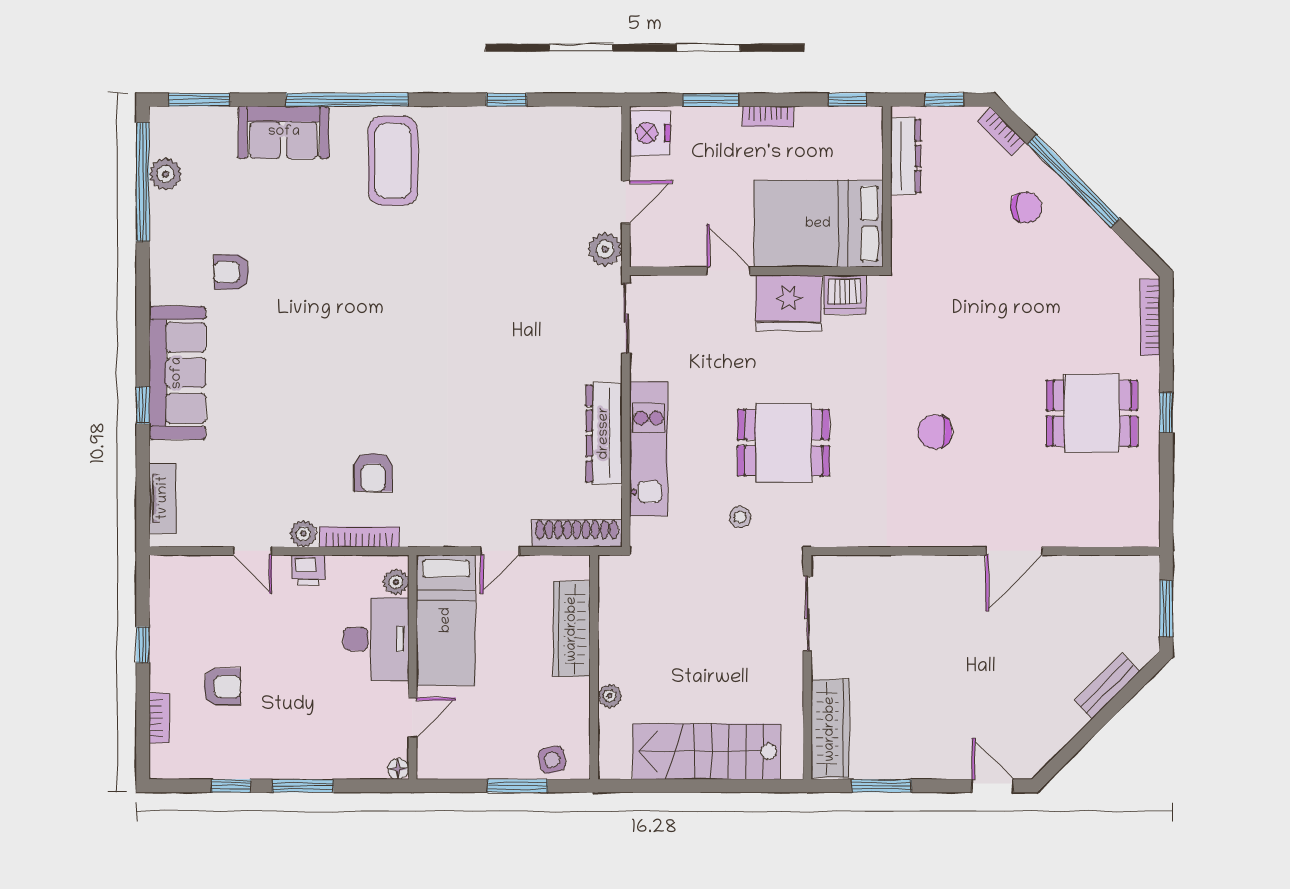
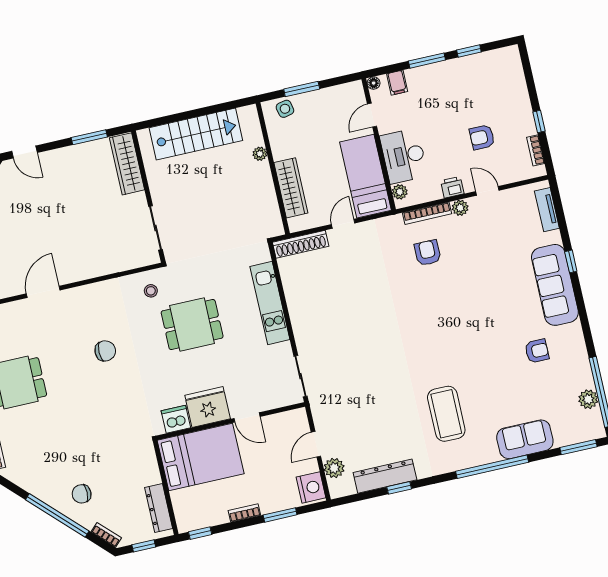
coffee table: (393, 161) -> (446, 414), moved
plant: (605, 249) -> (334, 468), moved
dresser: (604, 433) -> (385, 476), moved, turned -90
stool: (740, 517) -> (151, 291), moved
armchair: (222, 687) -> (482, 137), moved
bookcase: (159, 718) -> (536, 150), moved
filing cabinet: (360, 761) -> (397, 83), added

